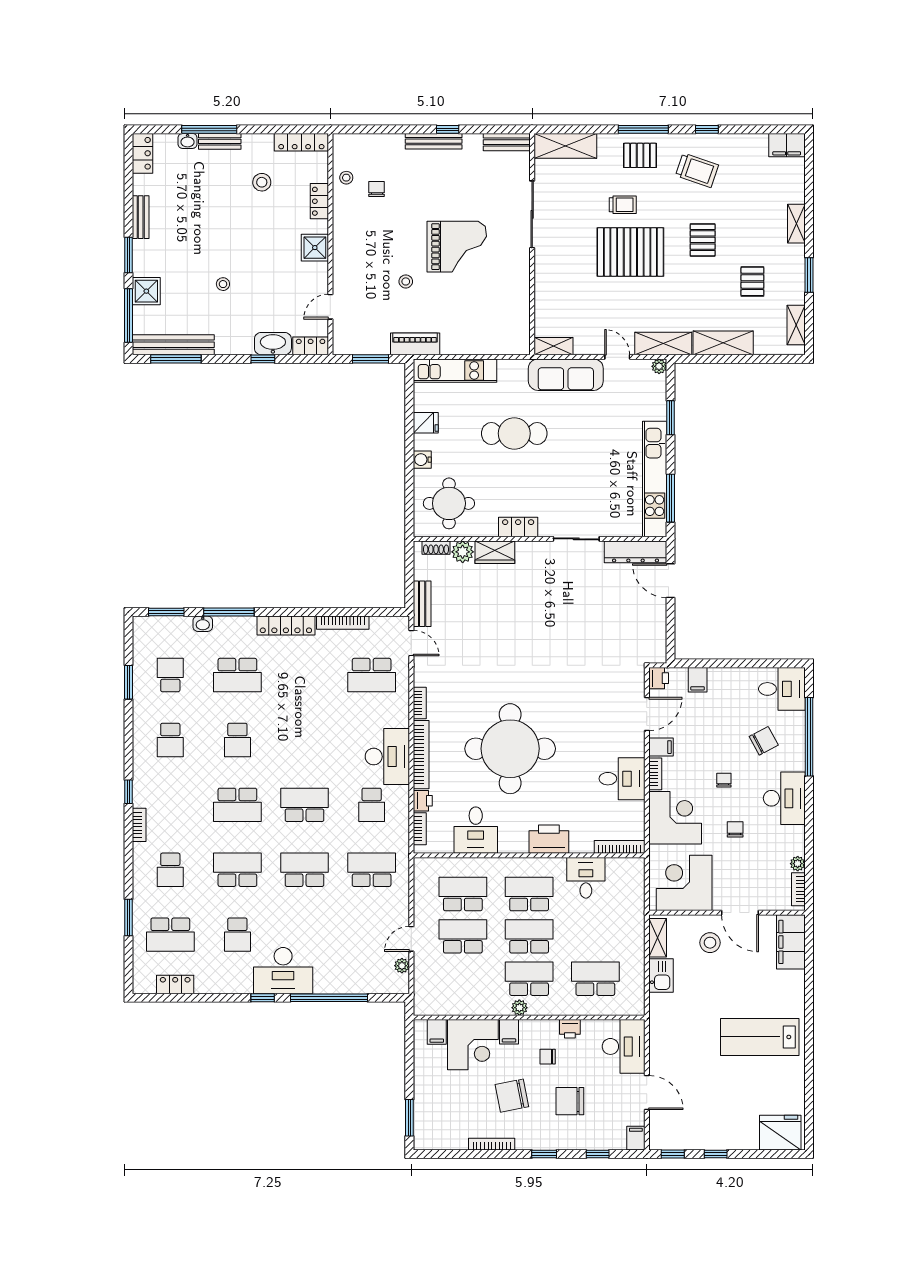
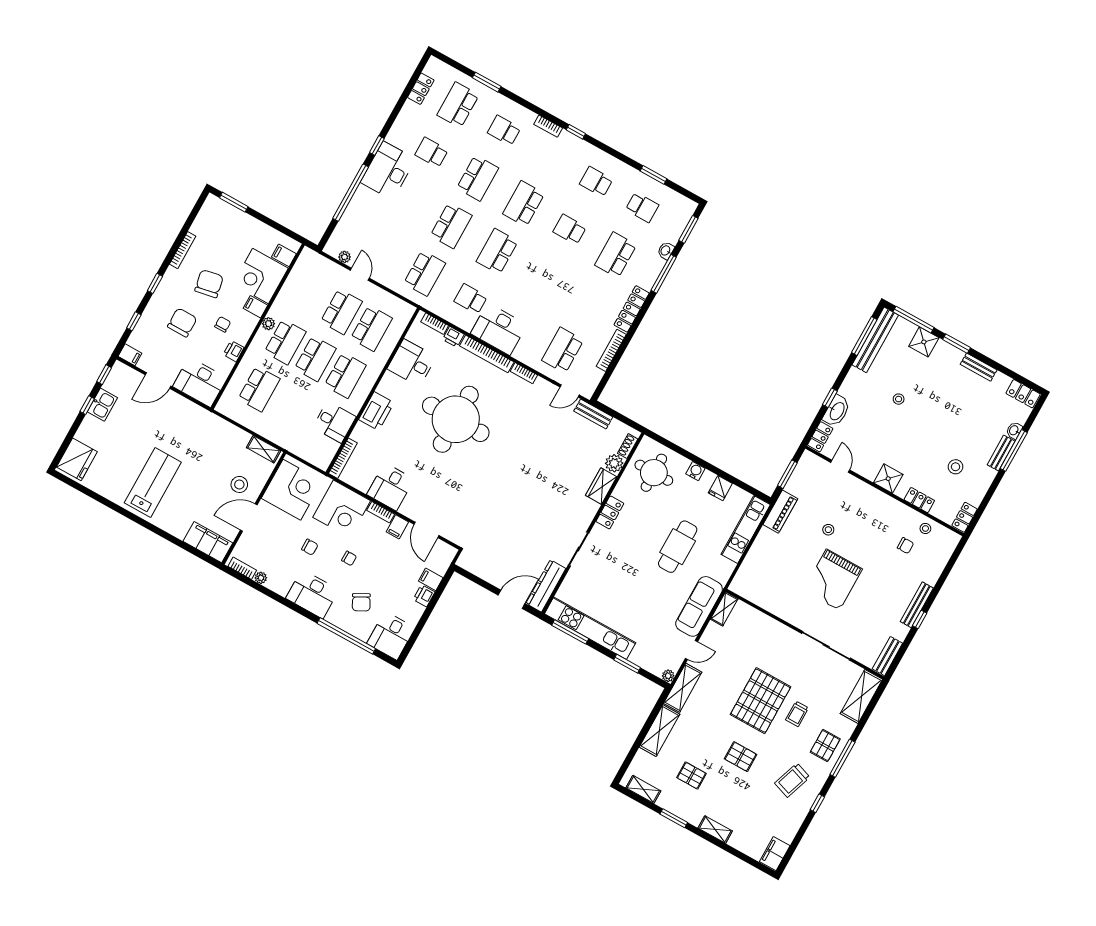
locker: (301, 142) -> (965, 517), width x0.66
printer: (659, 678) -> (424, 596), moved, turned 90
school desk: (305, 805) -> (497, 251), turned 180
kitchen sink: (661, 975) -> (102, 405), moved, turned -90

